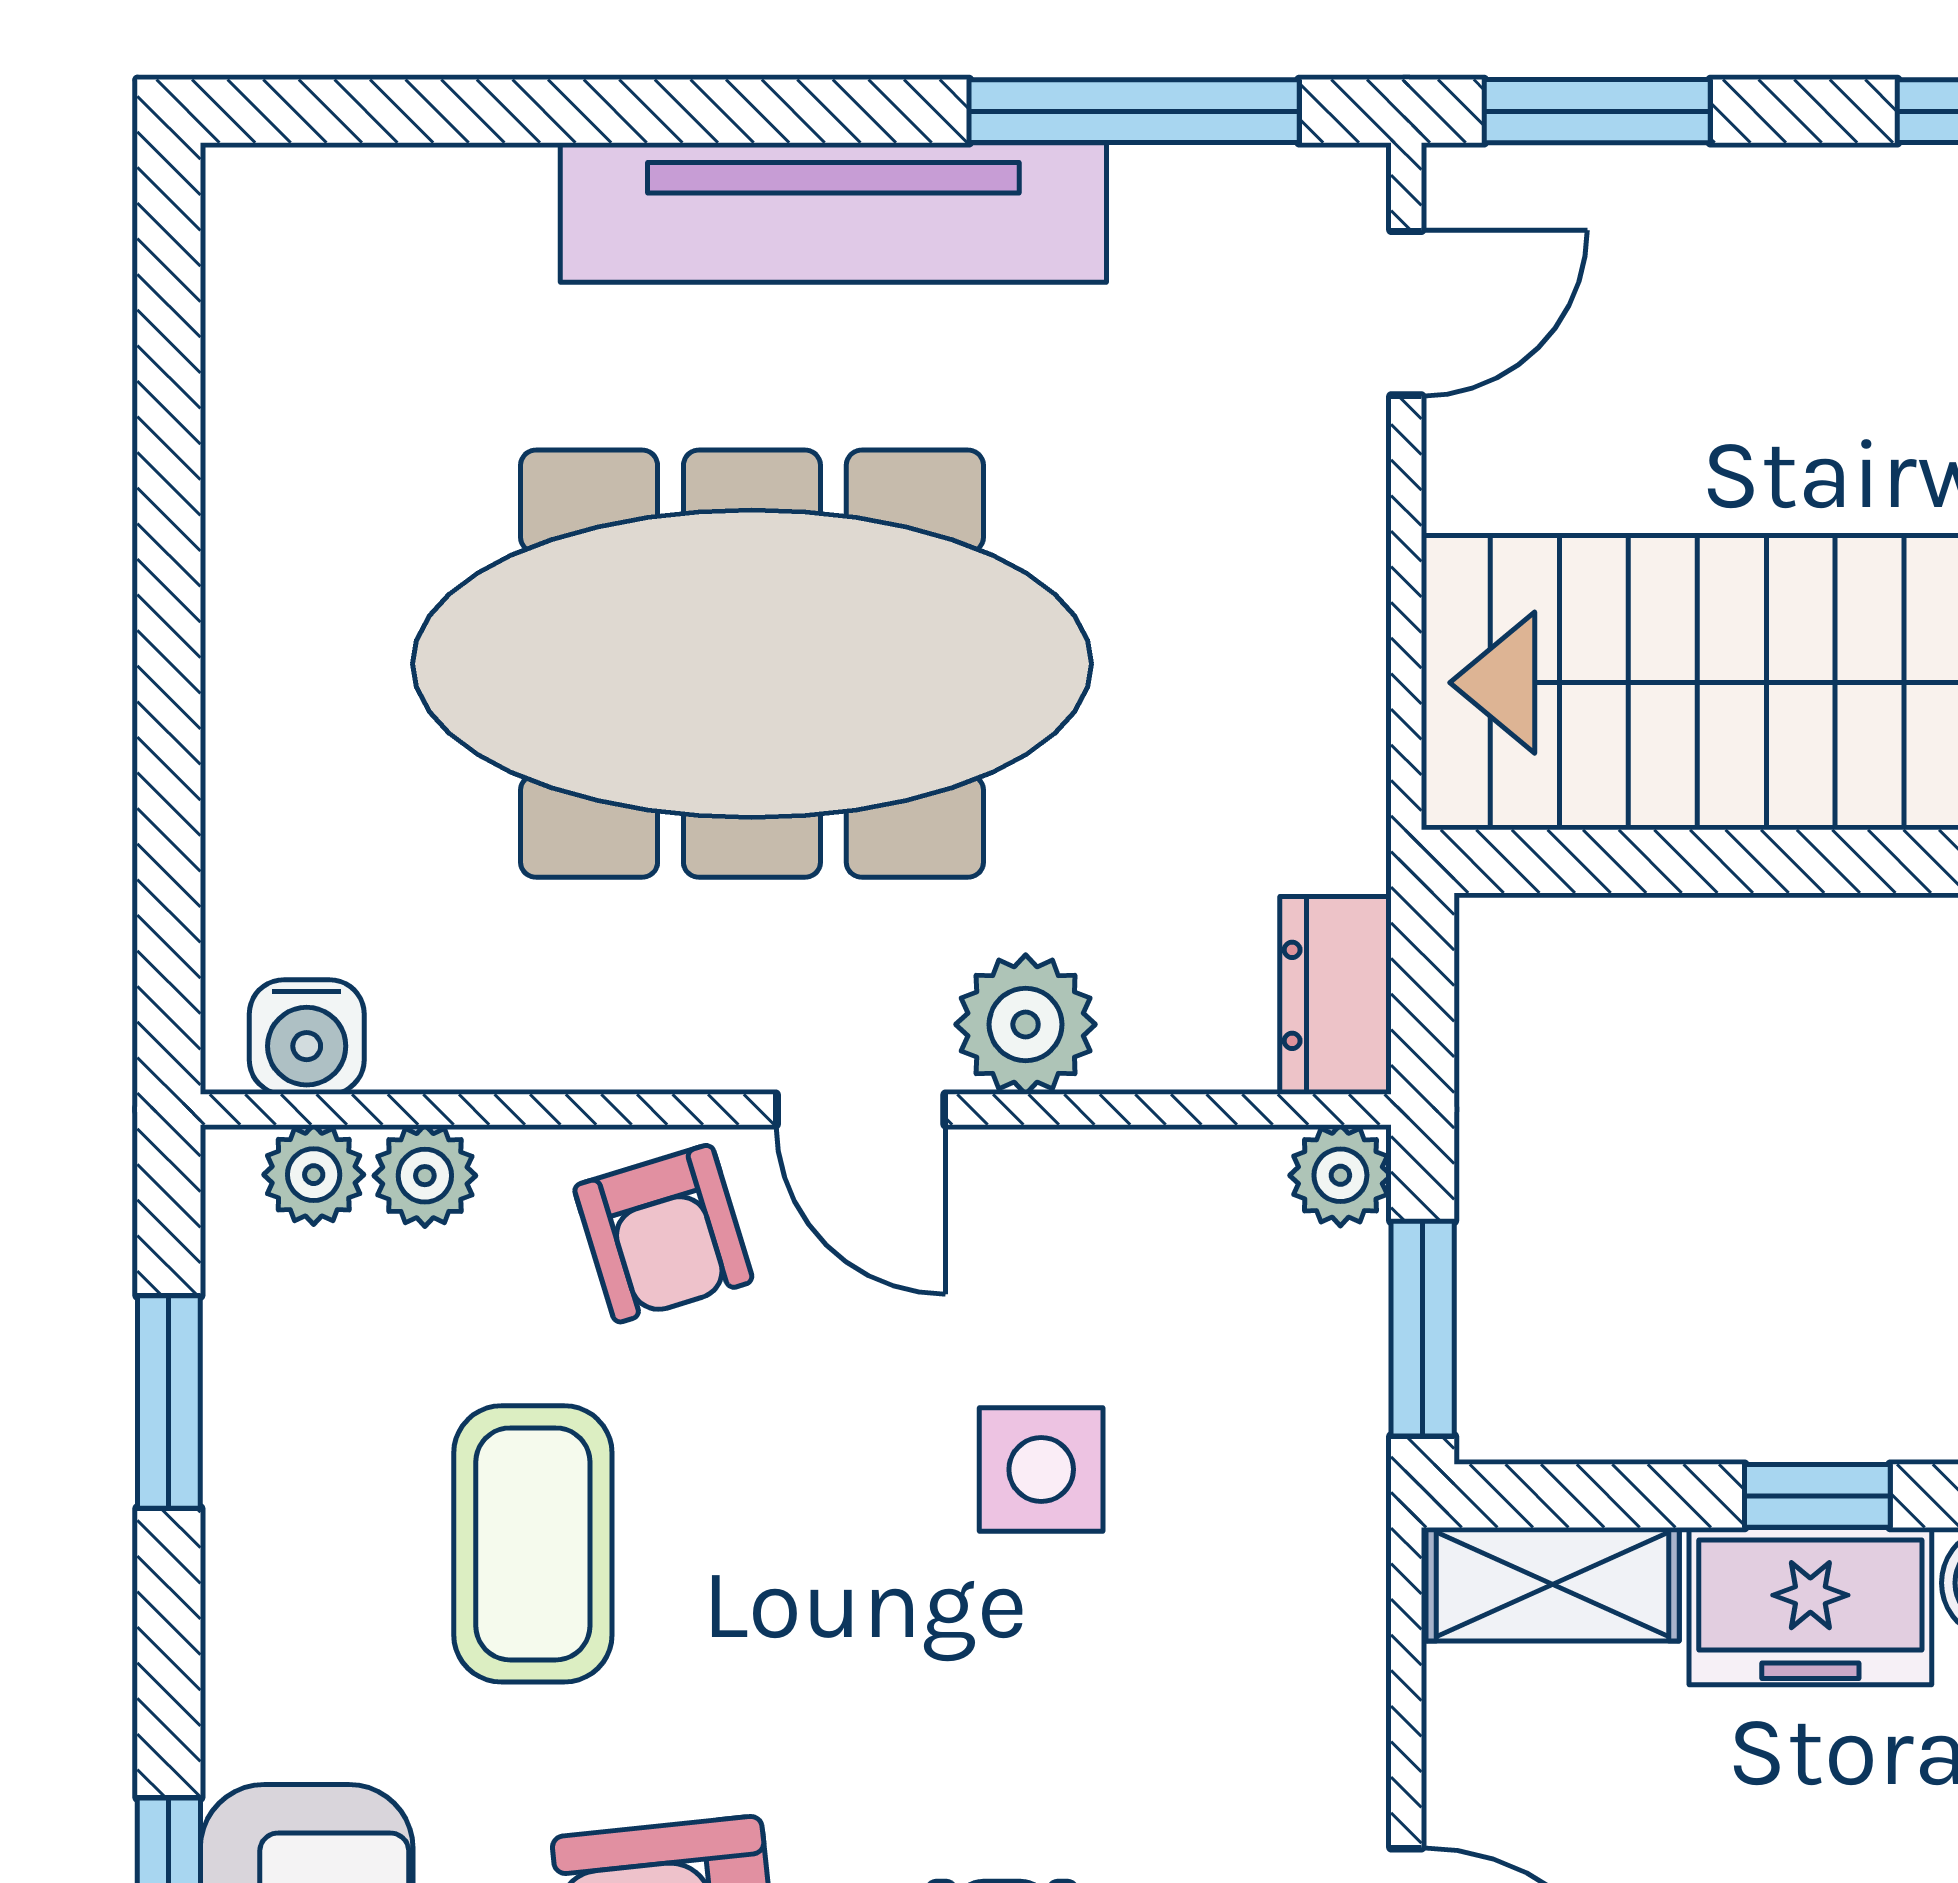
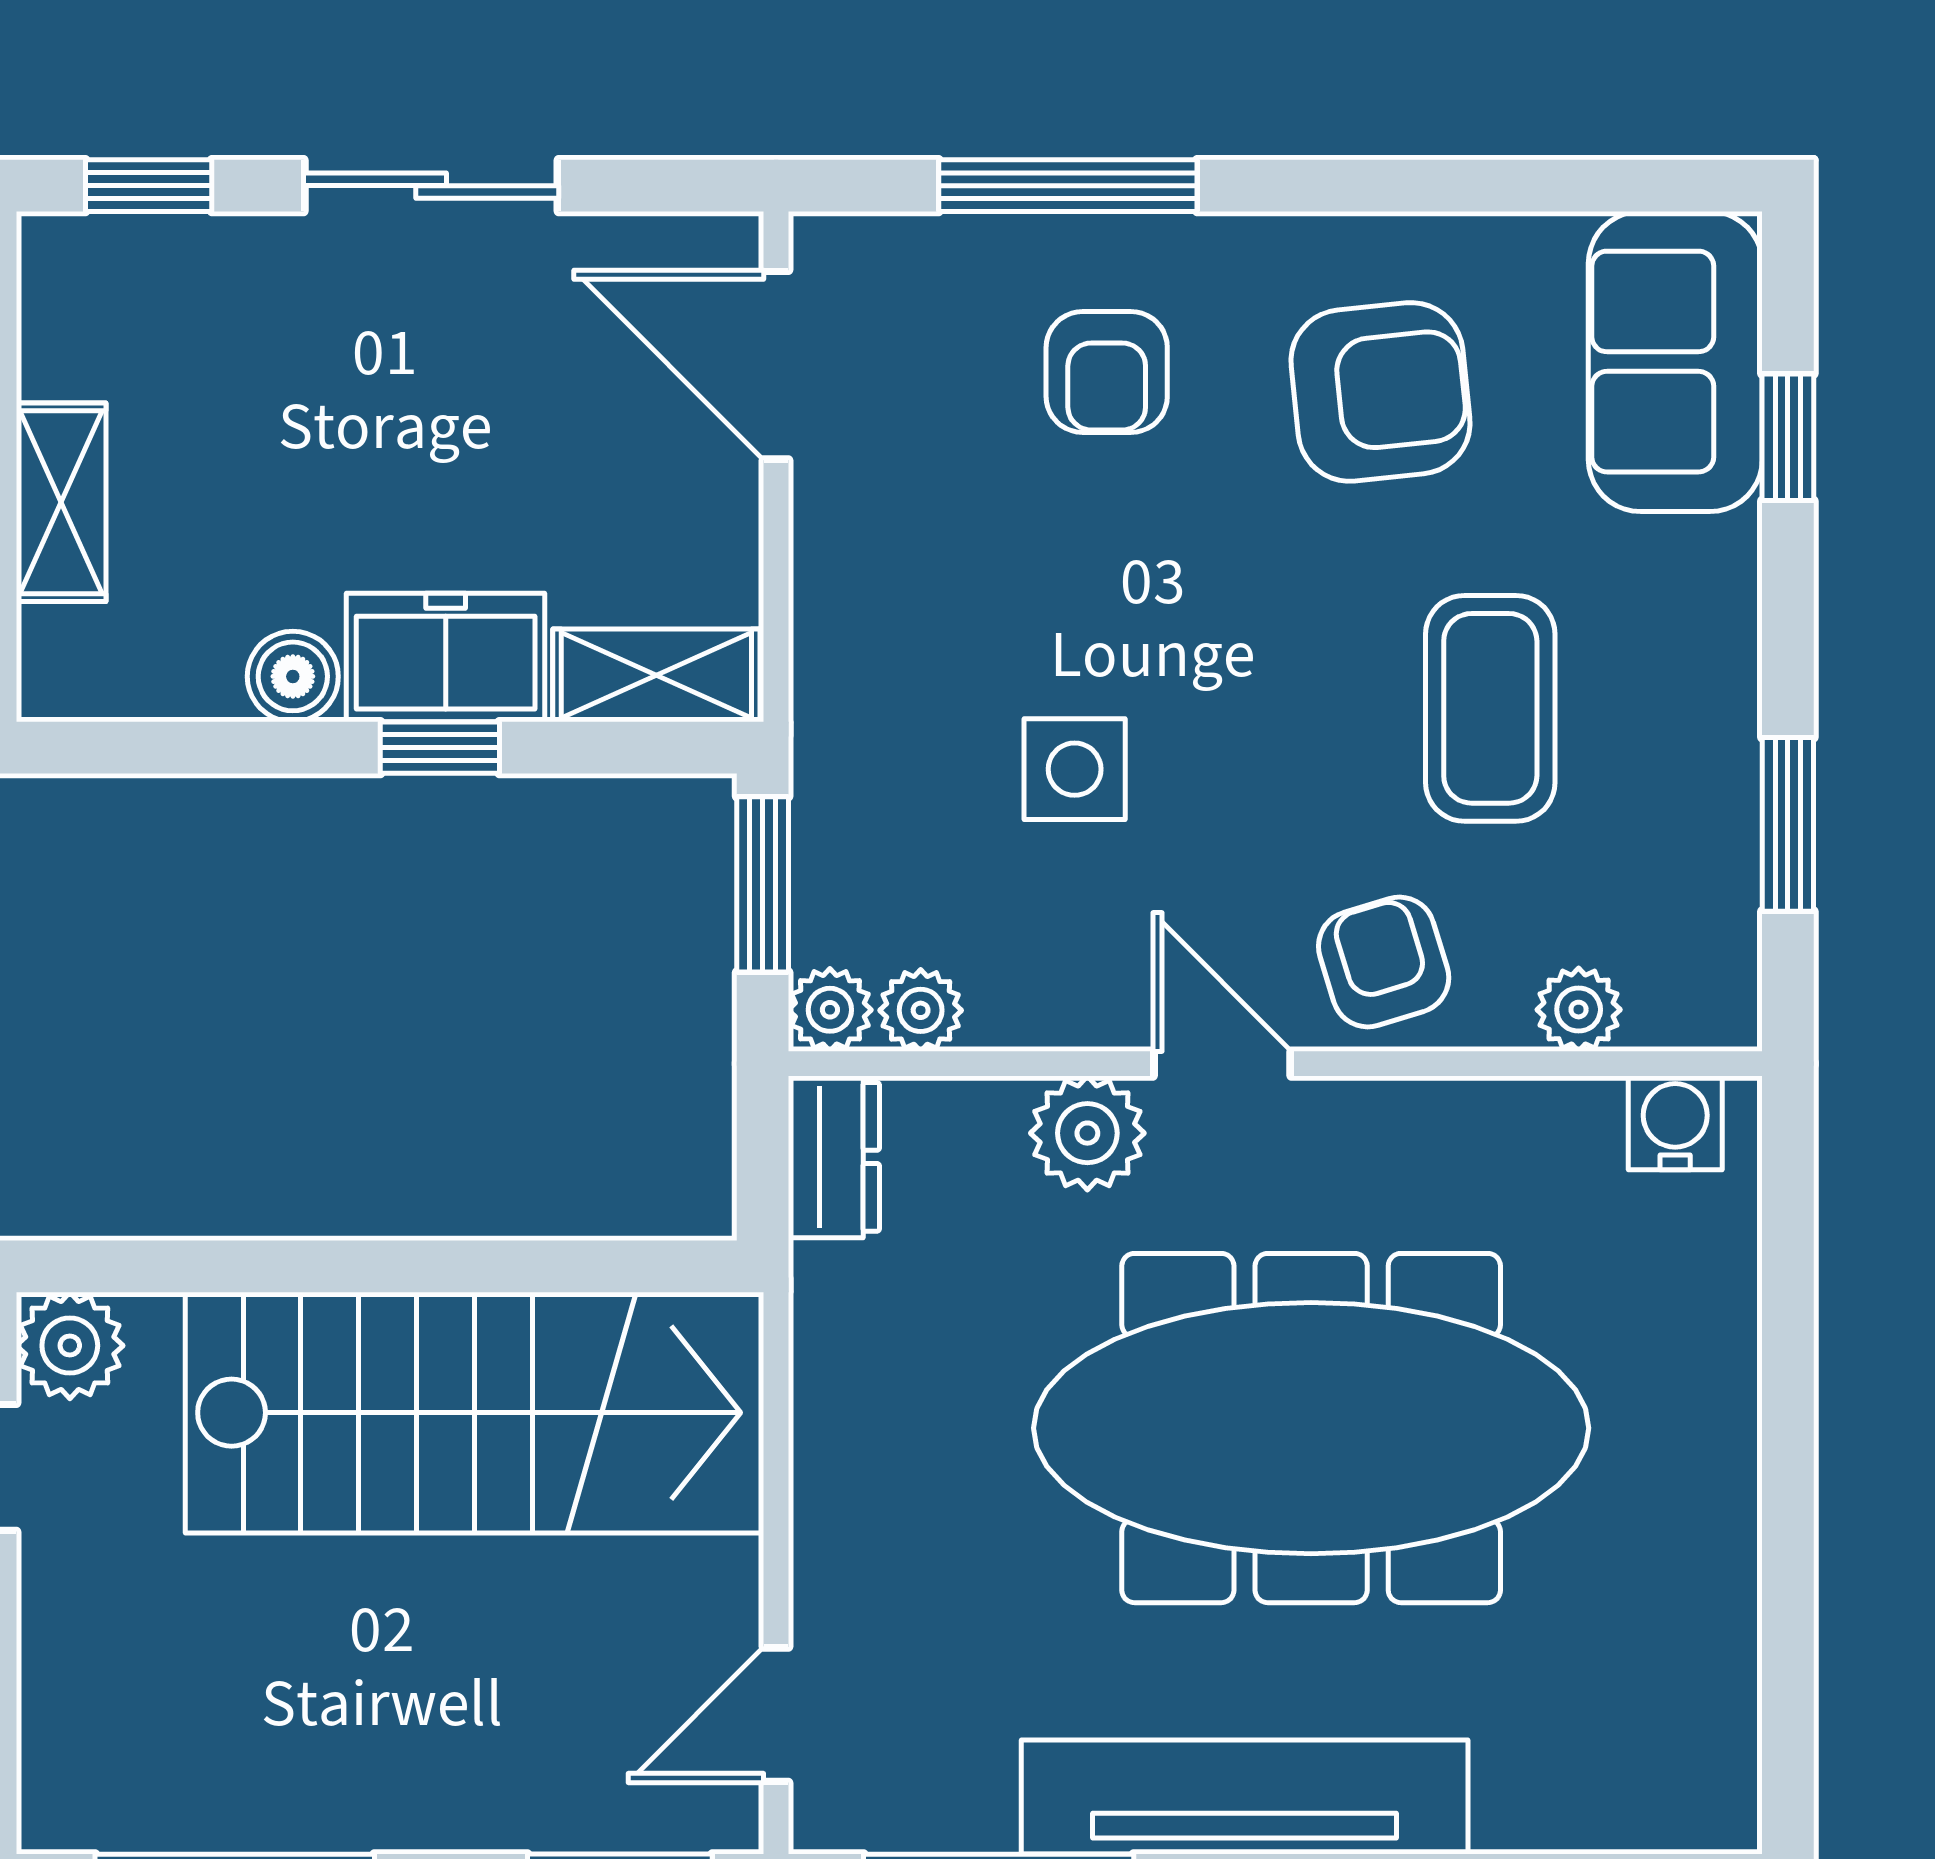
plant: (314, 1175) -> (921, 1010), moved

